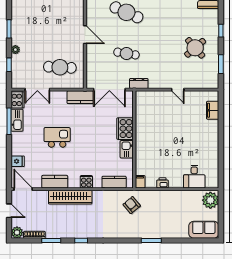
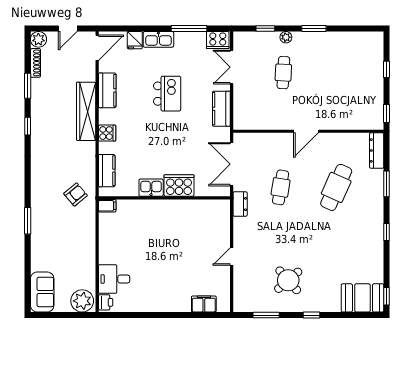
cafe table: (60, 67) -> (283, 73), moved, width x0.73, depth x0.74
kitchen counter: (80, 97) -> (221, 109), moved
kitchen sink: (17, 120) -> (158, 39), moved
printer: (163, 183) -> (106, 302), moved

